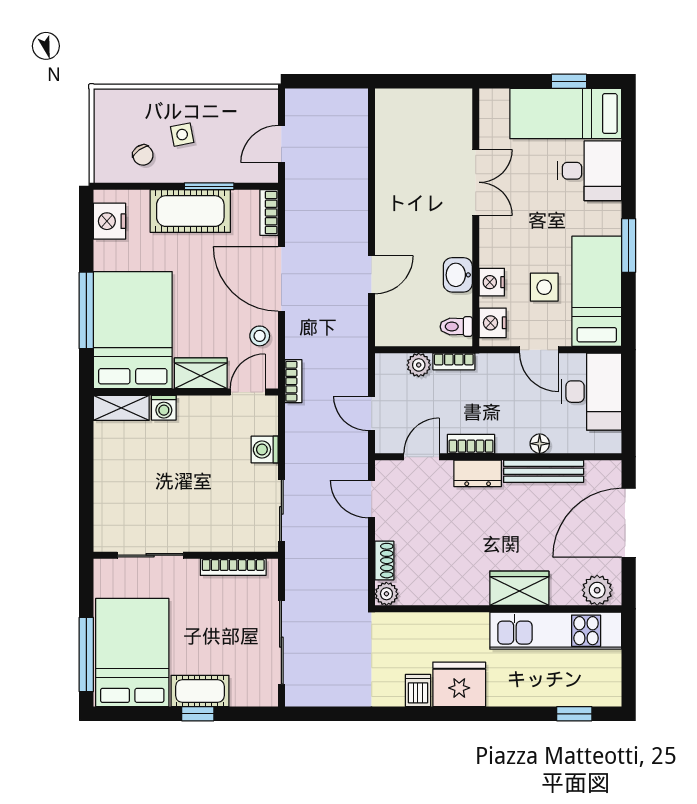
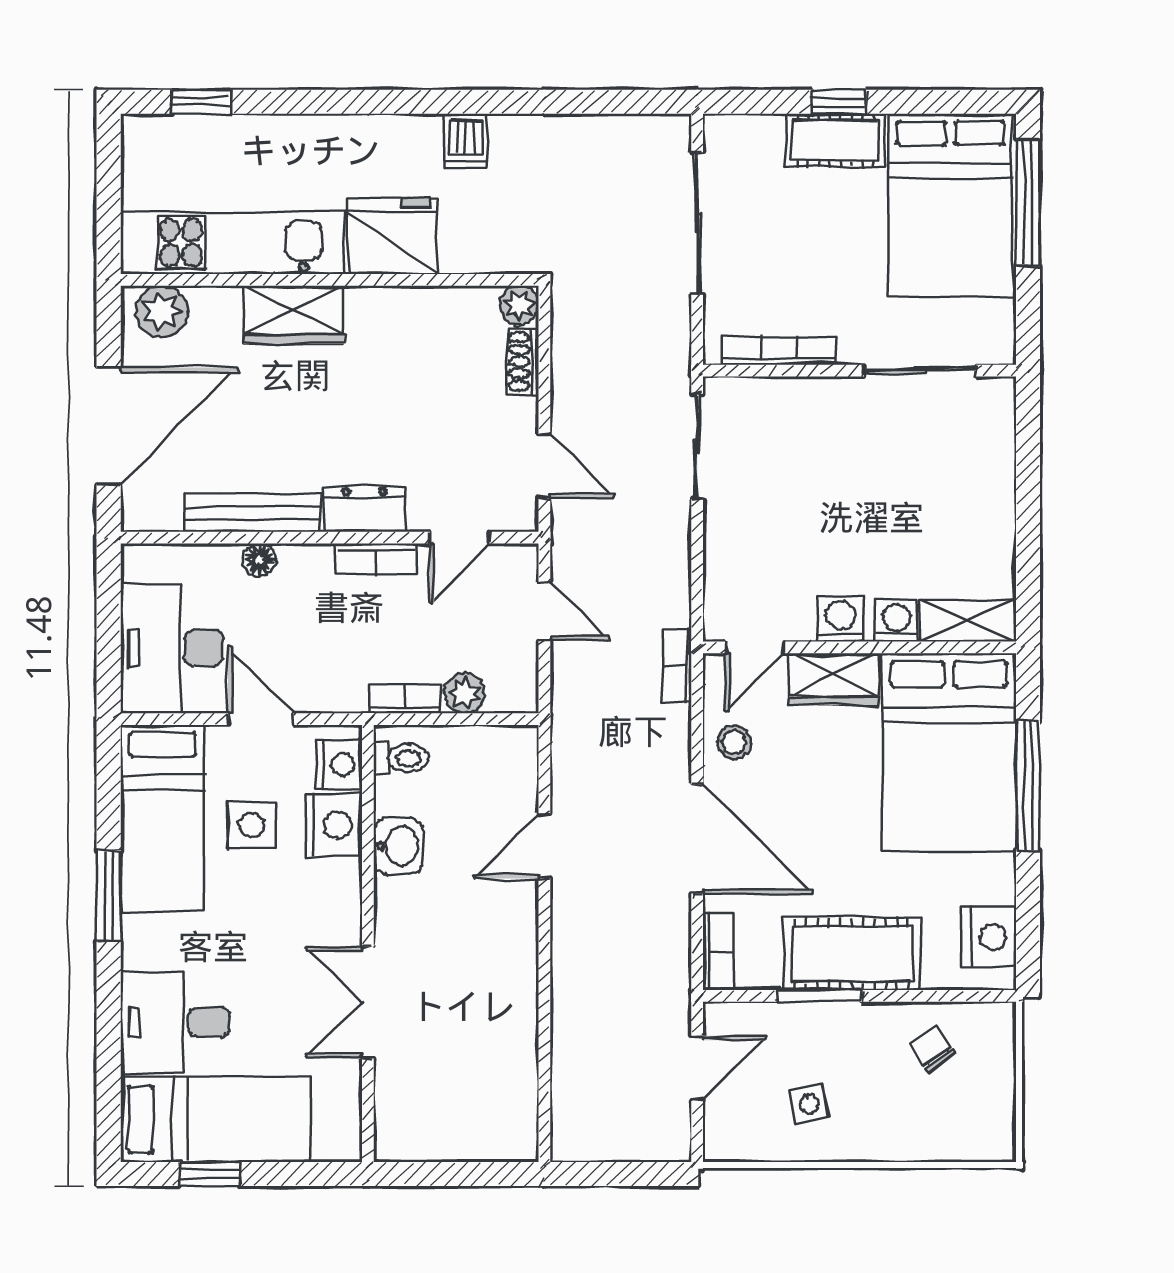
side table: (182, 135) -> (809, 1104), moved
nightstand: (492, 282) -> (334, 825), width x1.36, depth x1.33
washing machine: (265, 449) -> (841, 619), moved, turned -90
fridge: (459, 684) -> (392, 236), moved, turned 180

